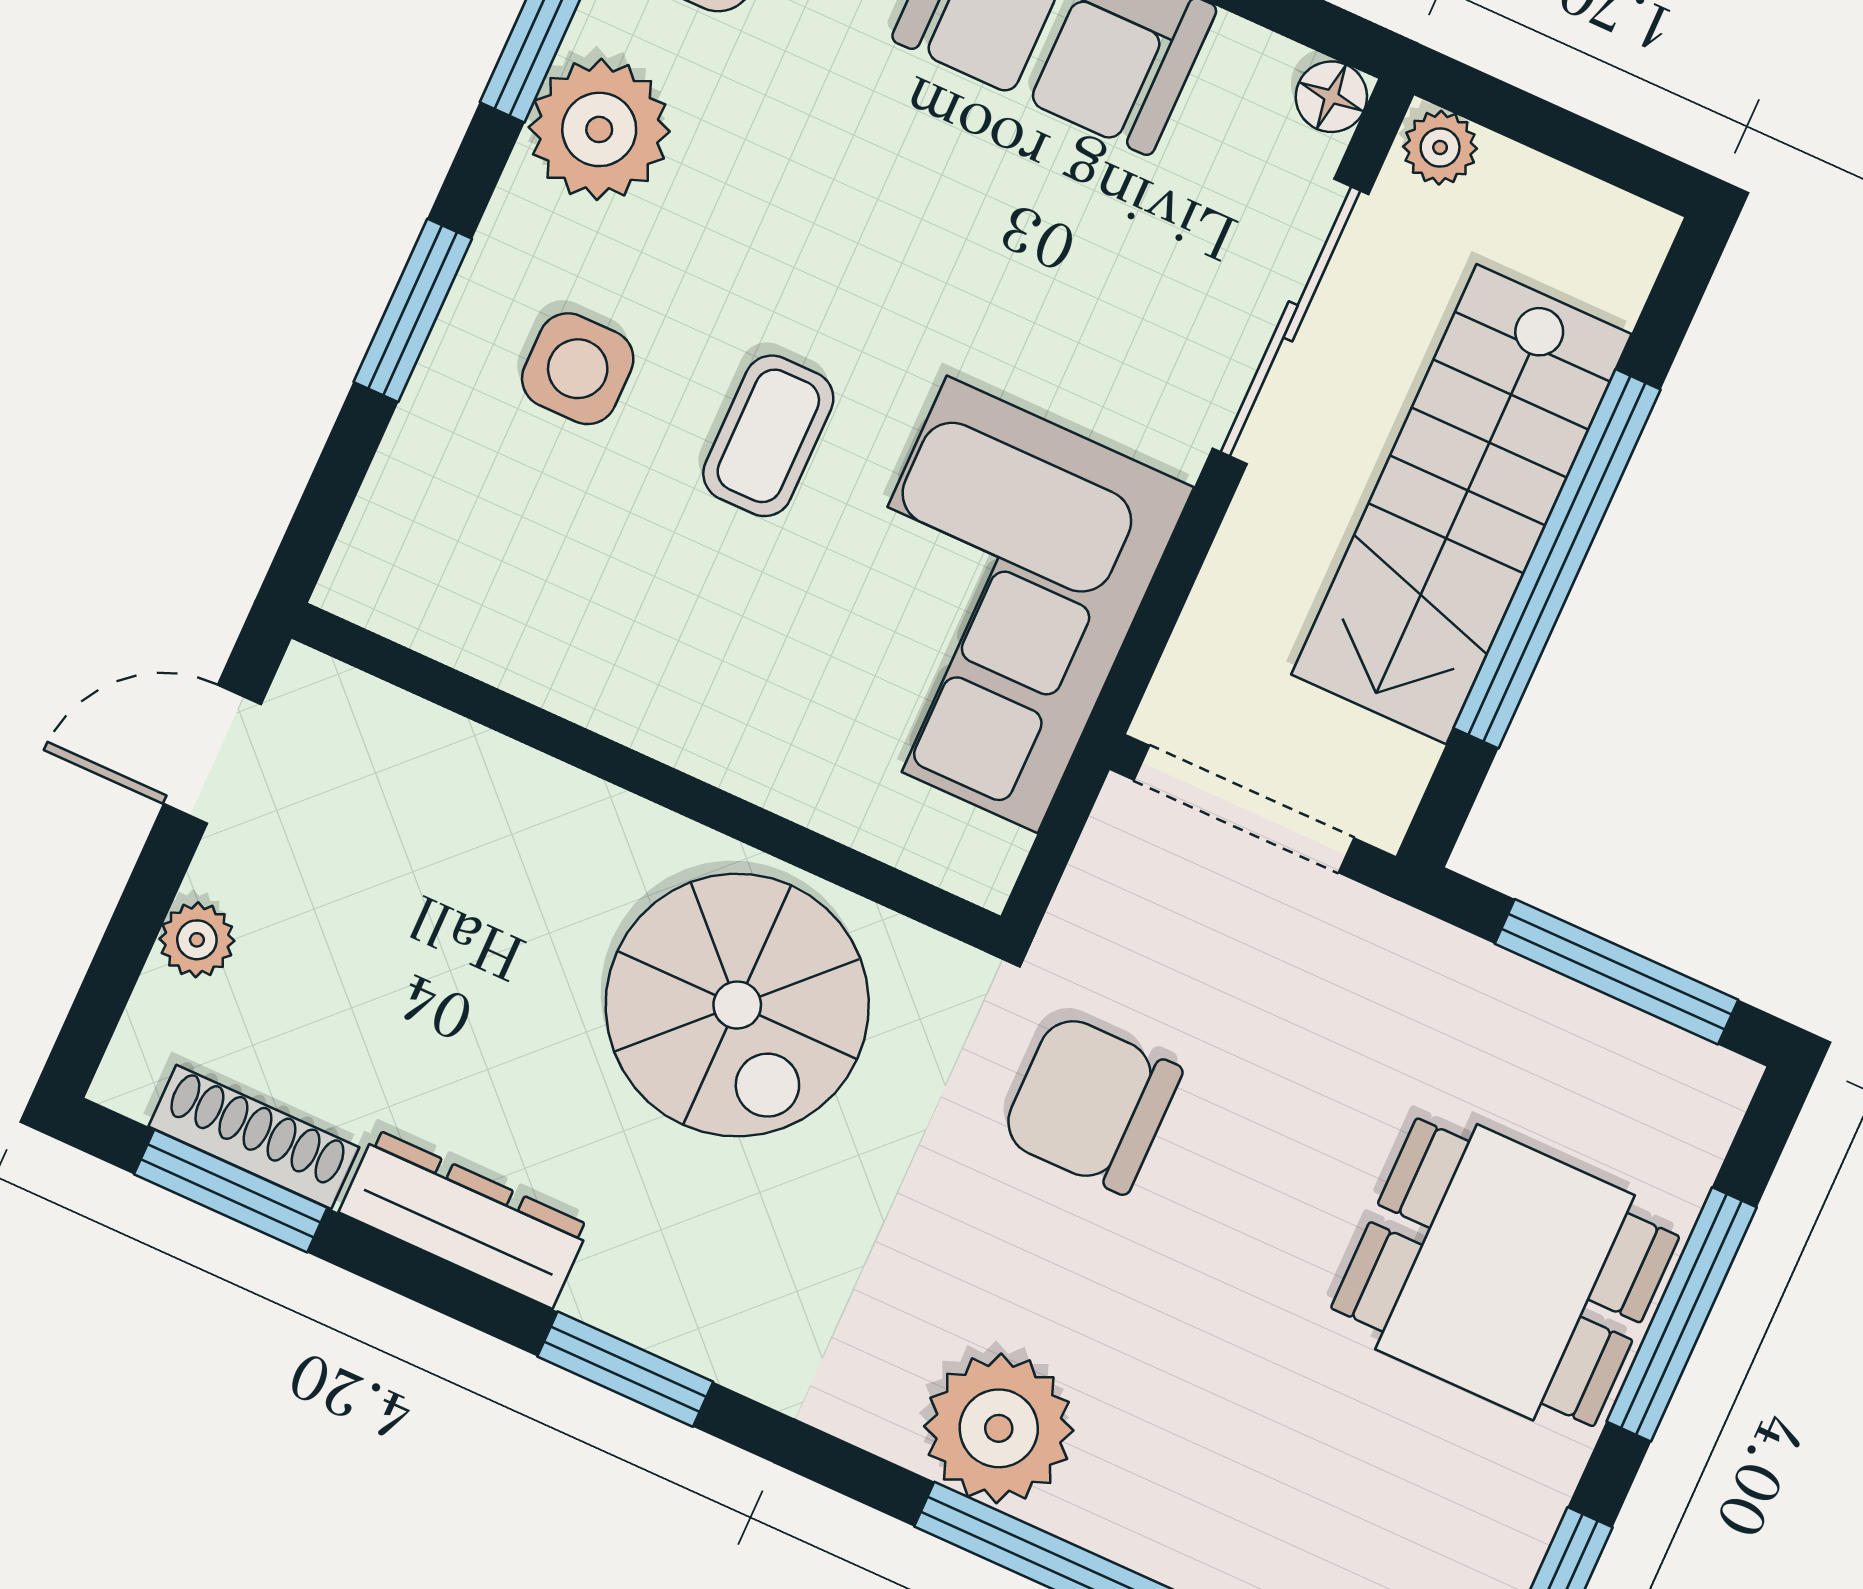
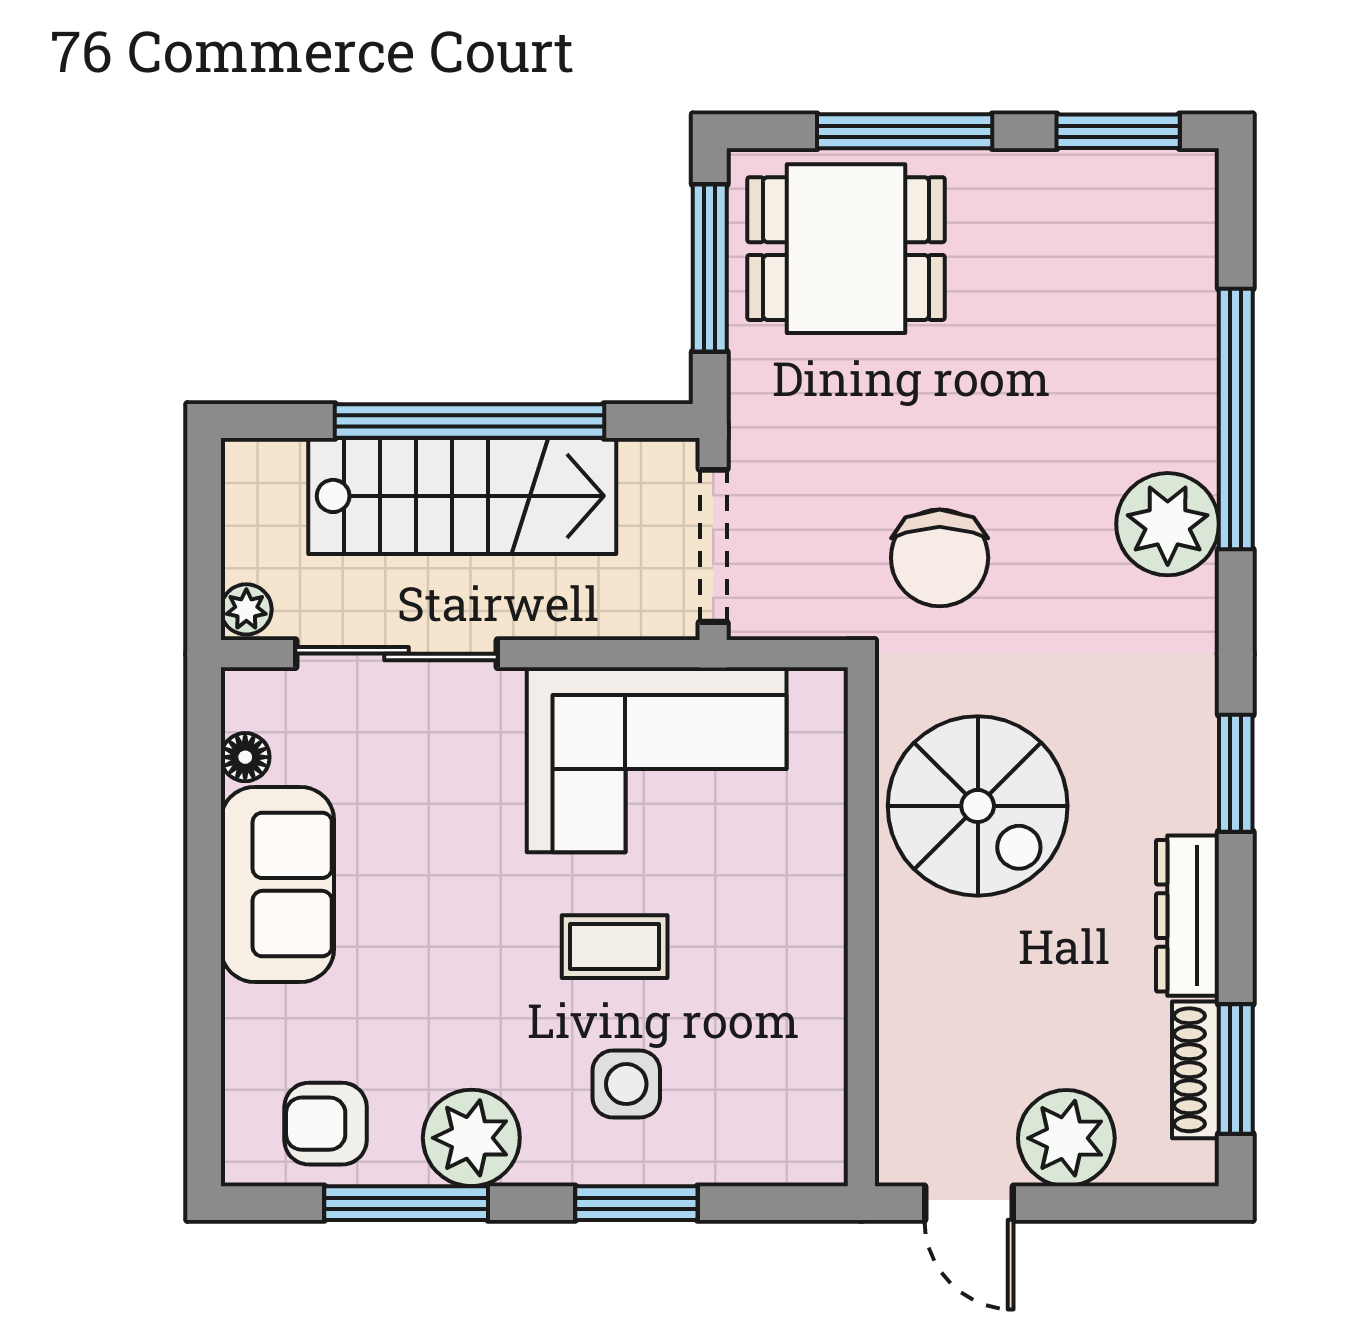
floor lamp: (1331, 97) -> (245, 757), moved
plant: (197, 940) -> (1066, 1138), width x1.87, depth x1.87
spiral stairs: (737, 1005) -> (978, 806), turned 90
dining table: (1505, 1272) -> (846, 249), moved, turned 90

